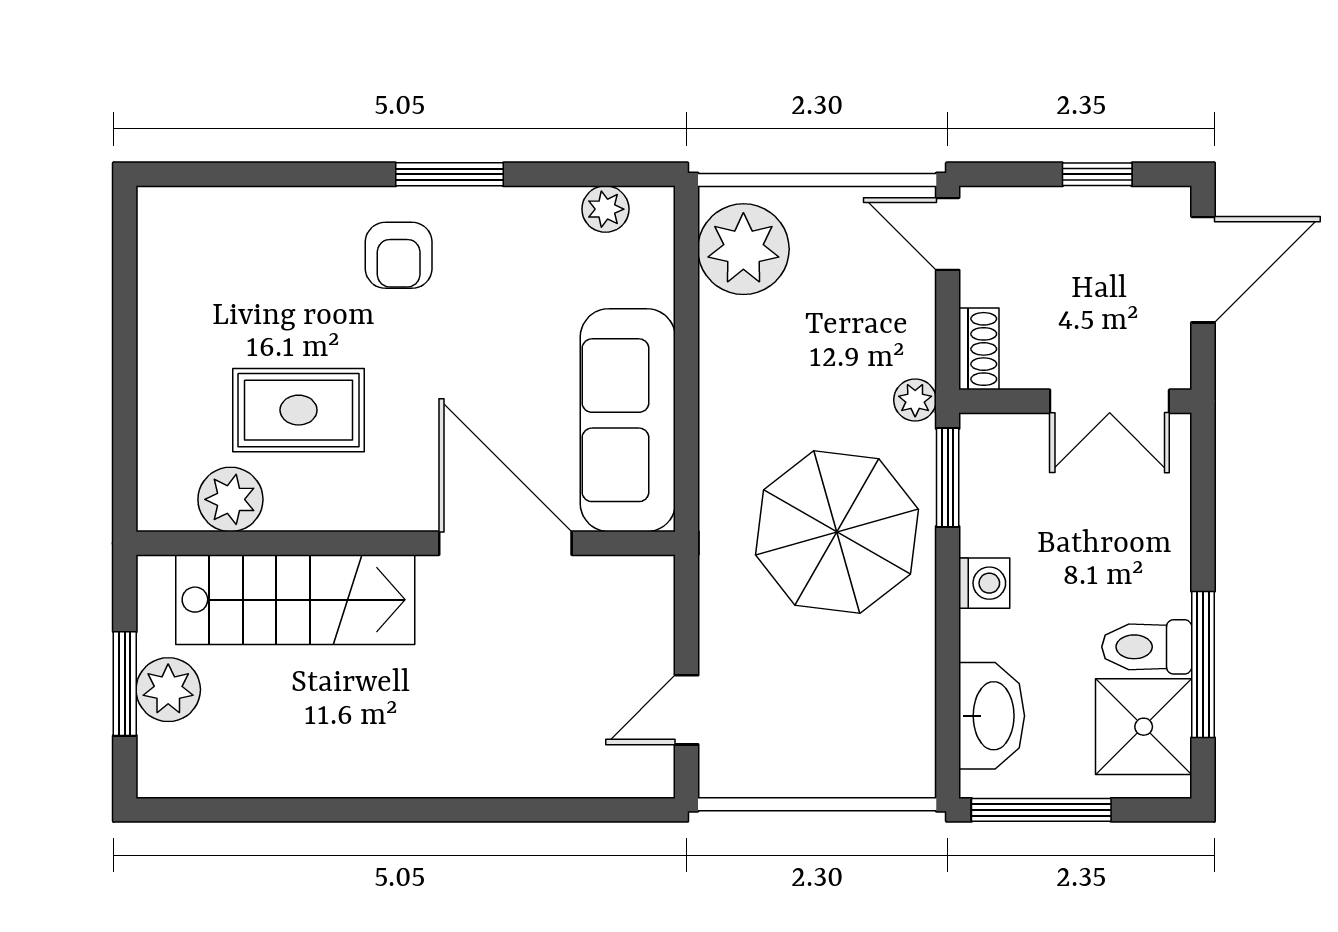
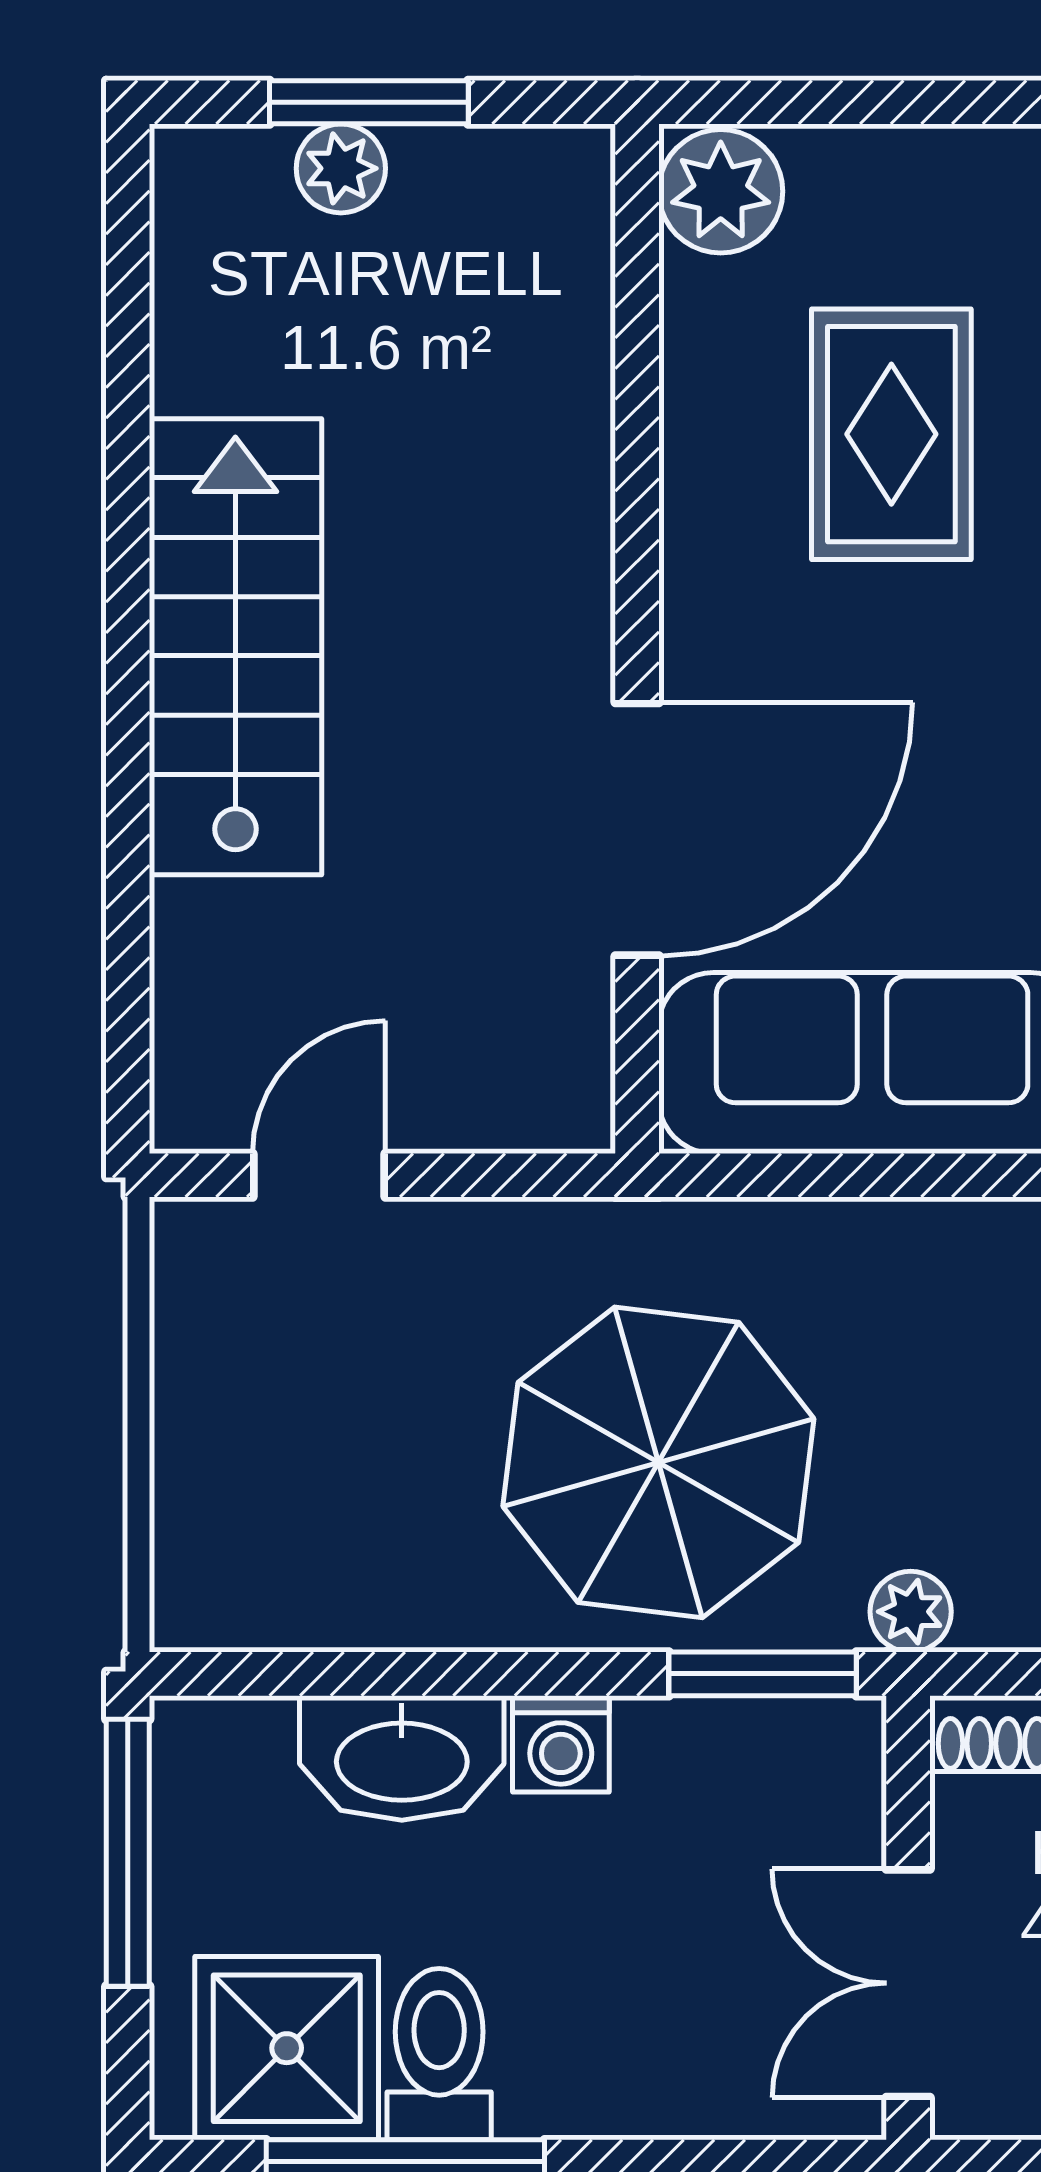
plant: (230, 499) -> (721, 191), moved
stairs: (295, 600) -> (235, 647), moved, turned 180
plant: (168, 690) -> (341, 168), width x0.73, depth x0.73
door: (687, 710) -> (319, 1175), hinge flipped
washbasin: (992, 716) -> (402, 1758), moved

